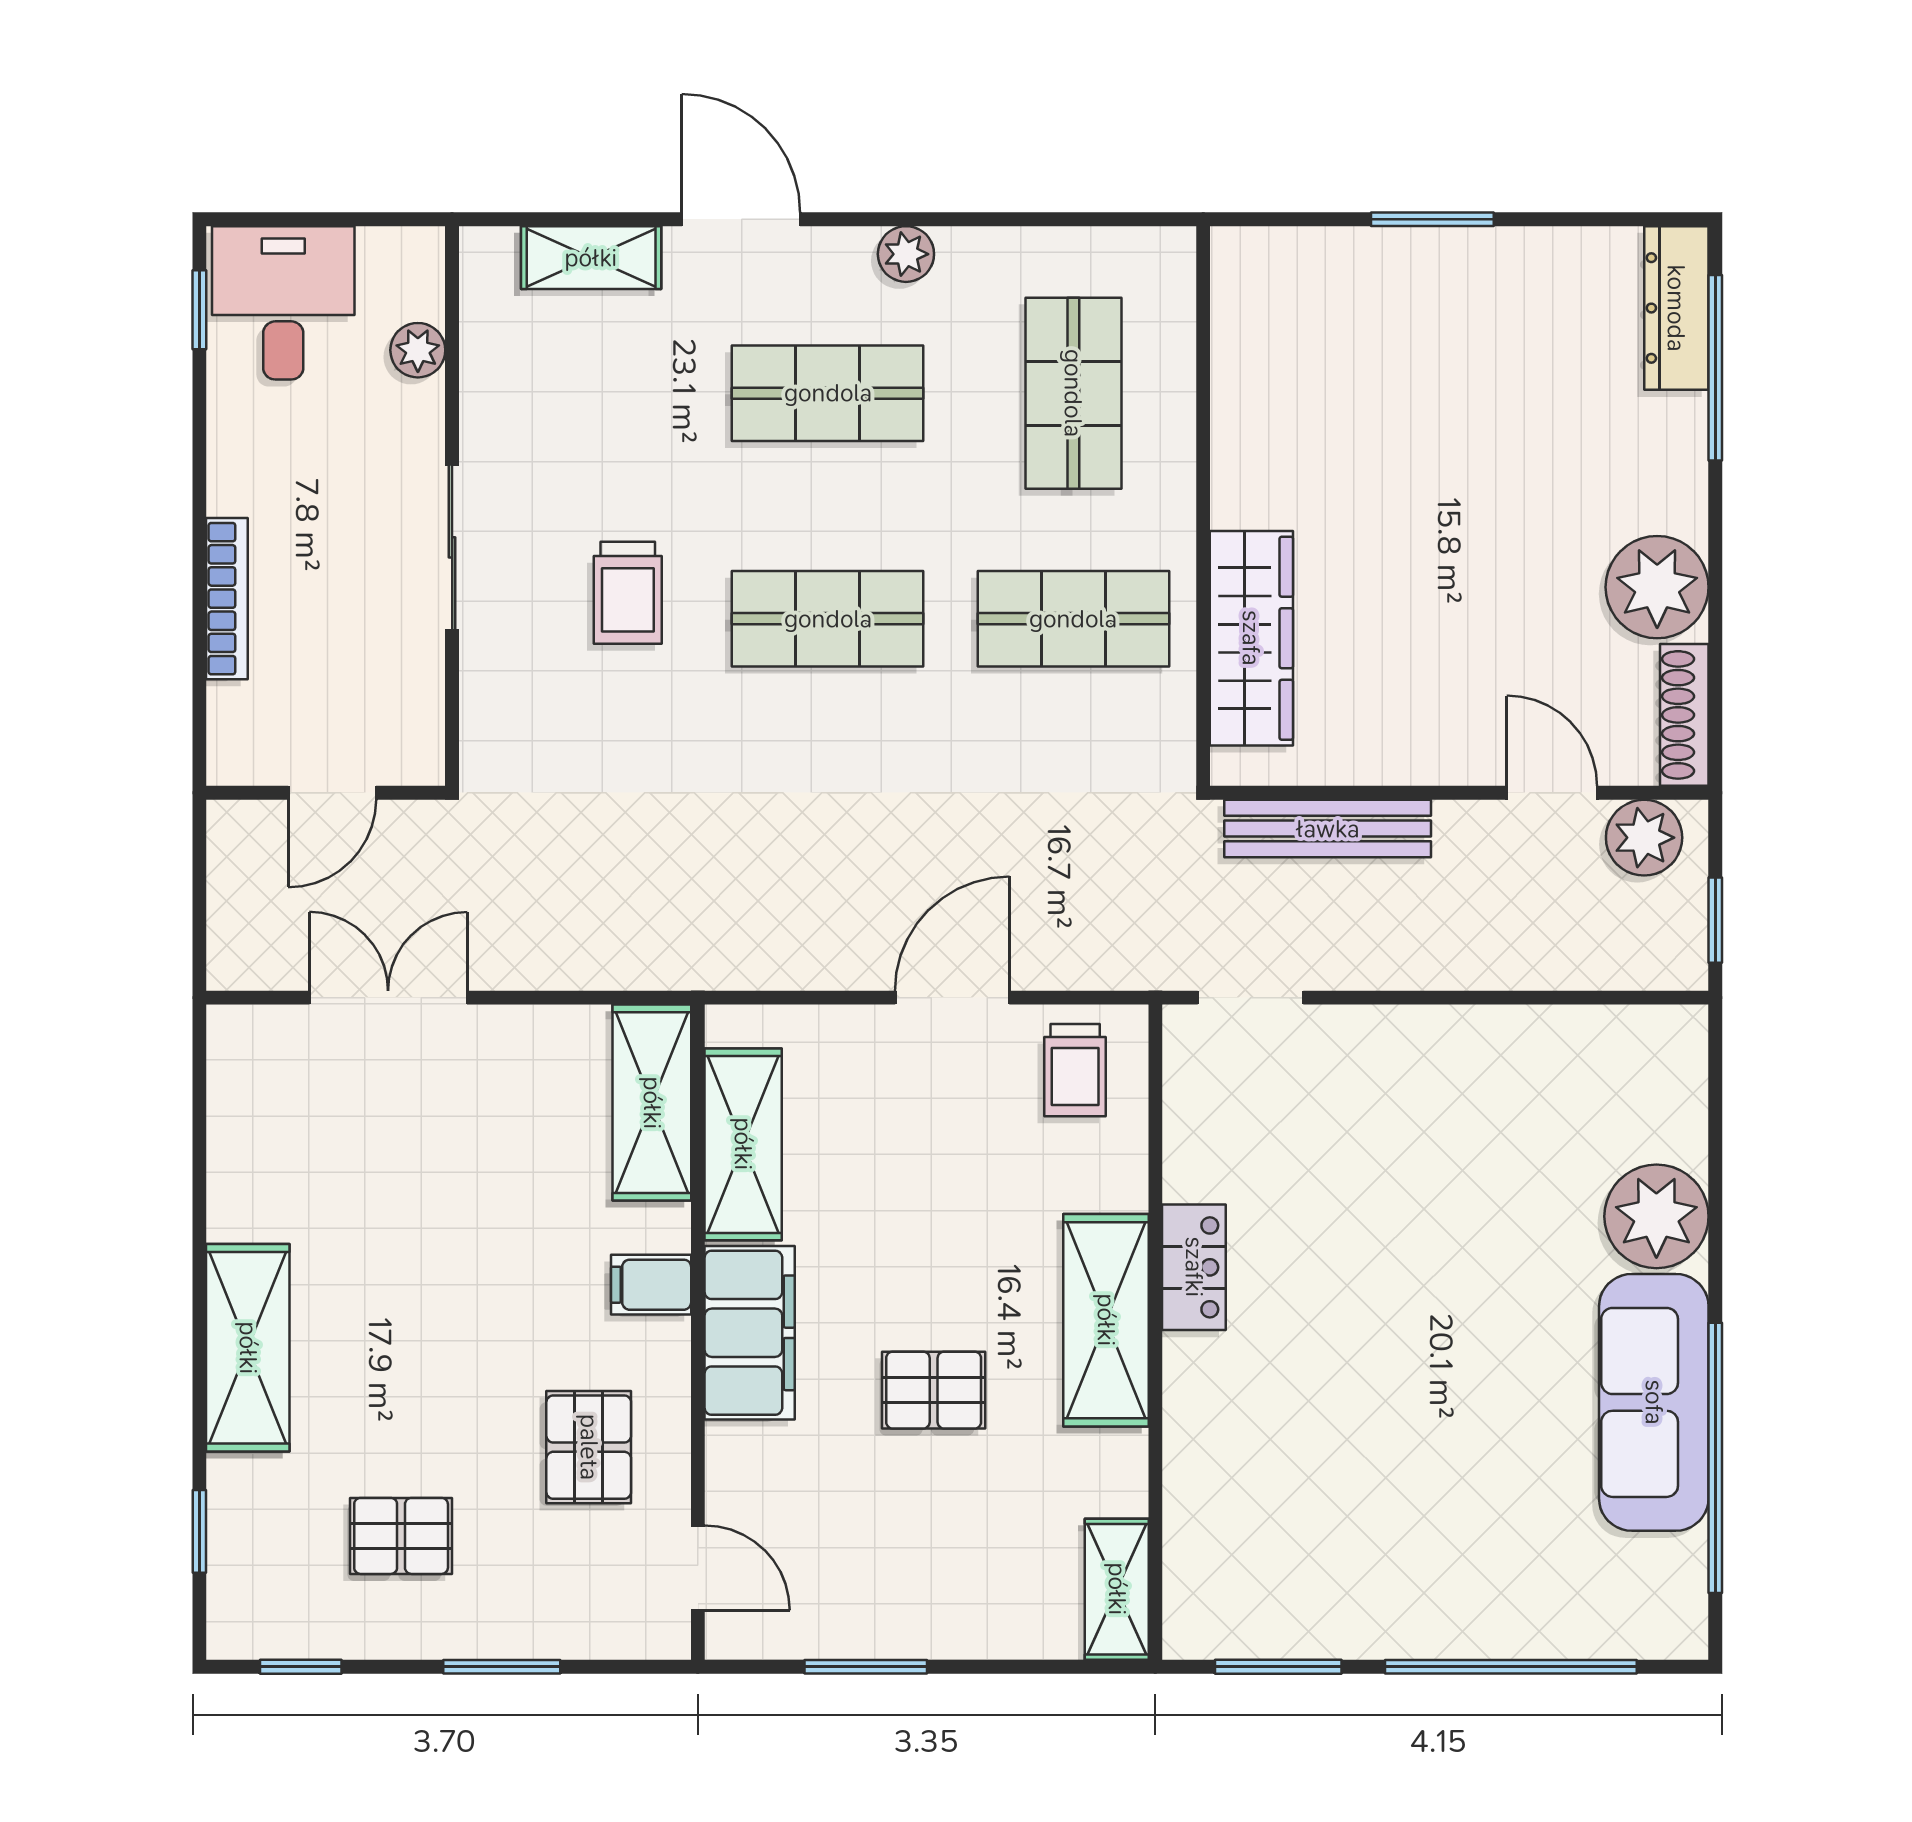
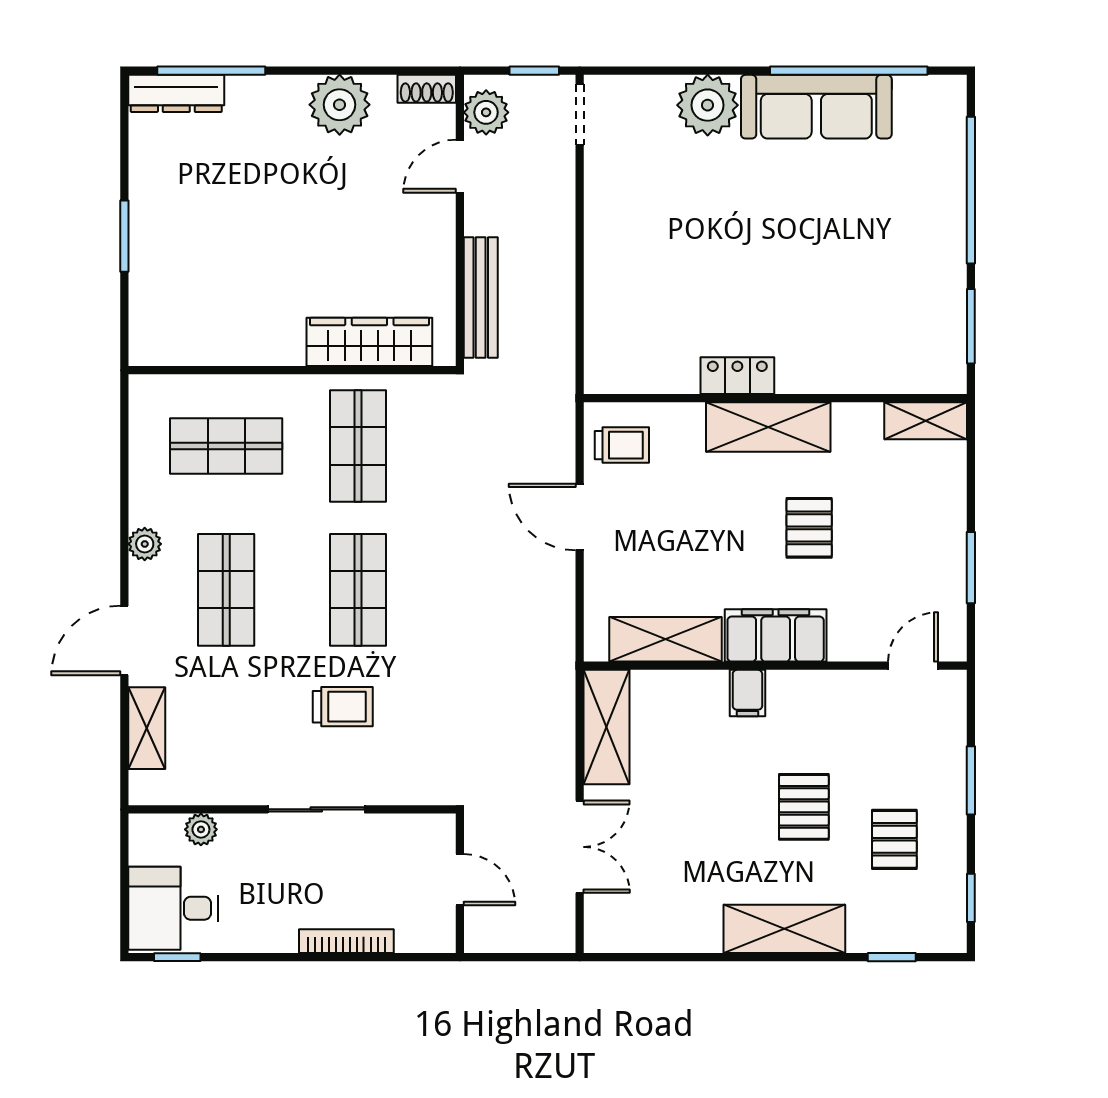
shoe rack: (1684, 715) -> (427, 89), width x0.70
double door: (388, 998) -> (580, 847), swing flipped
doorway: (1250, 998) -> (580, 114), moved
shelving: (652, 1103) -> (607, 727), moved, turned 90
pallet: (589, 1447) -> (804, 807), moved, turned 90

